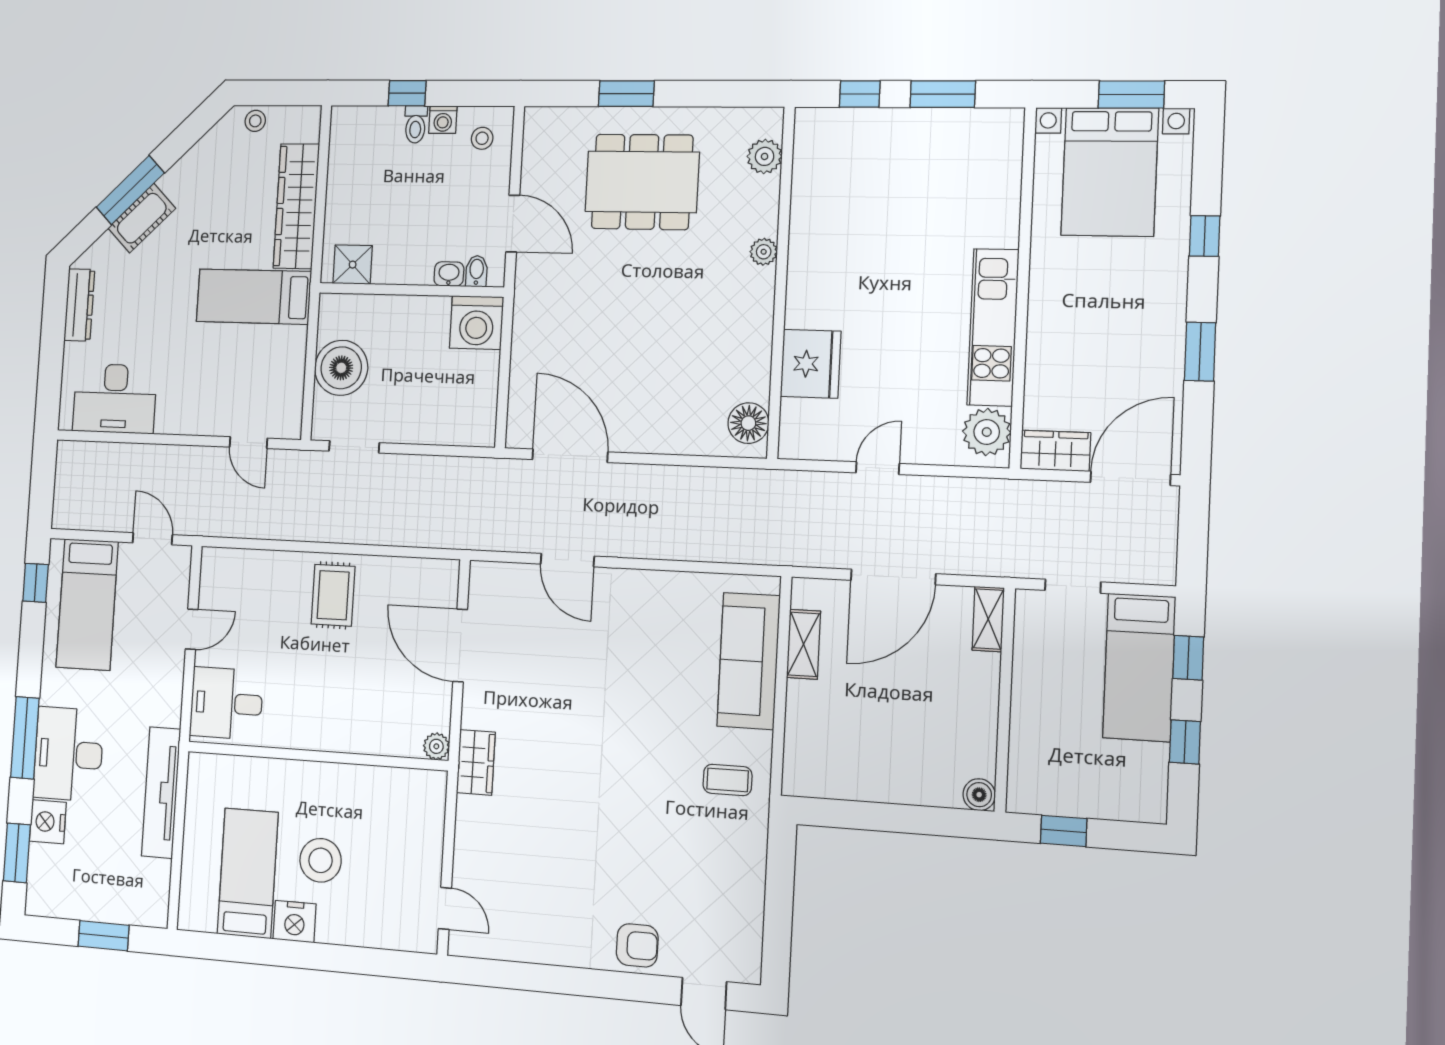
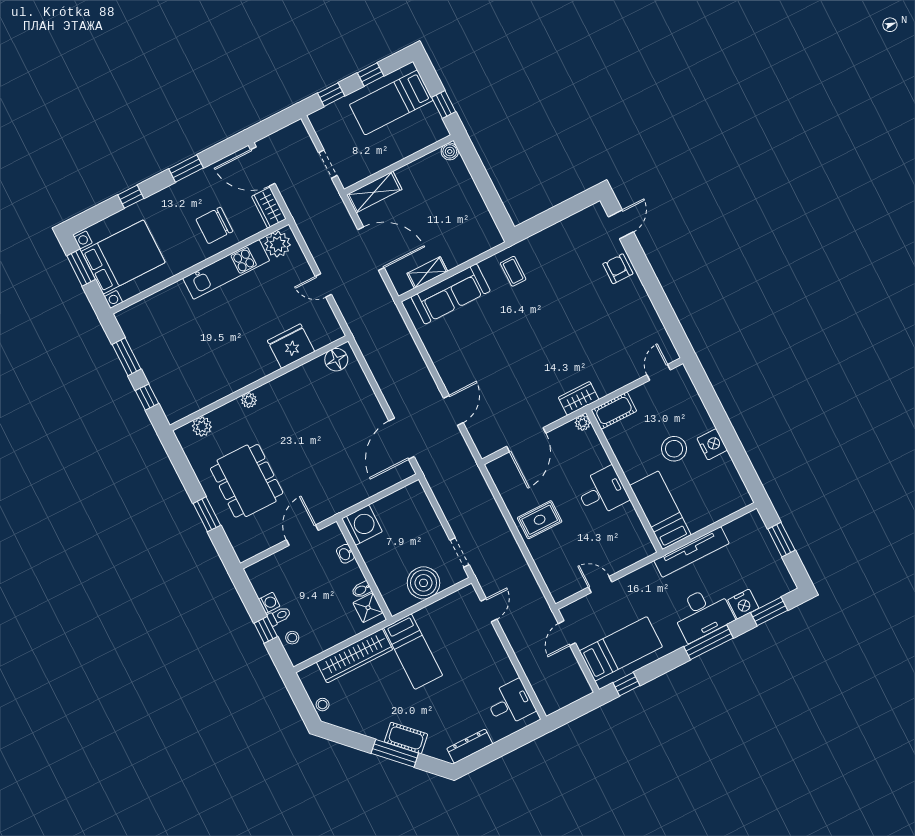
stool: (482, 138) -> (292, 638), moved
bidet: (477, 271) -> (362, 590), moved
chair: (1077, 347) -> (214, 225), added
desk: (115, 399) -> (510, 703), width x0.73
shelving: (988, 619) -> (374, 192), width x1.50, depth x1.33
bed: (1139, 667) -> (391, 102), moved, turned 180
desk: (226, 703) -> (602, 492), moved, turned -90
cot: (427, 805) -> (614, 411), added
bed: (248, 873) -> (660, 510), moved, turned 90

